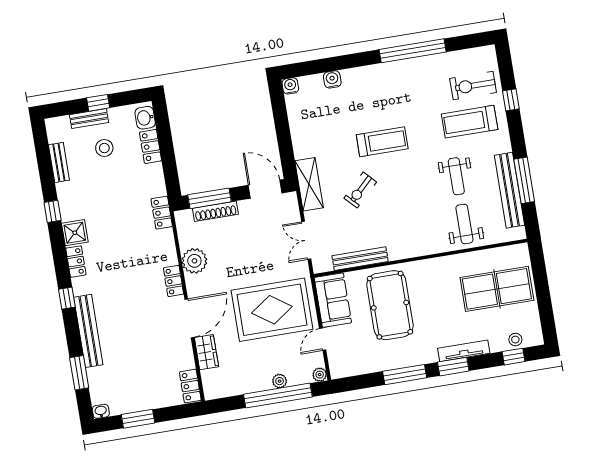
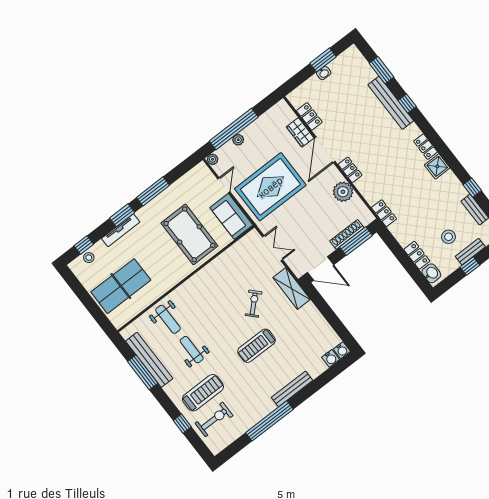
water cooler: (332, 79) -> (331, 358), moved
window: (53, 211) -> (472, 188), moved
bench: (360, 259) -> (292, 389), moved
window: (67, 298) -> (407, 103), moved
locker: (190, 386) -> (309, 116), moved
washbasin: (101, 411) -> (324, 73), moved

